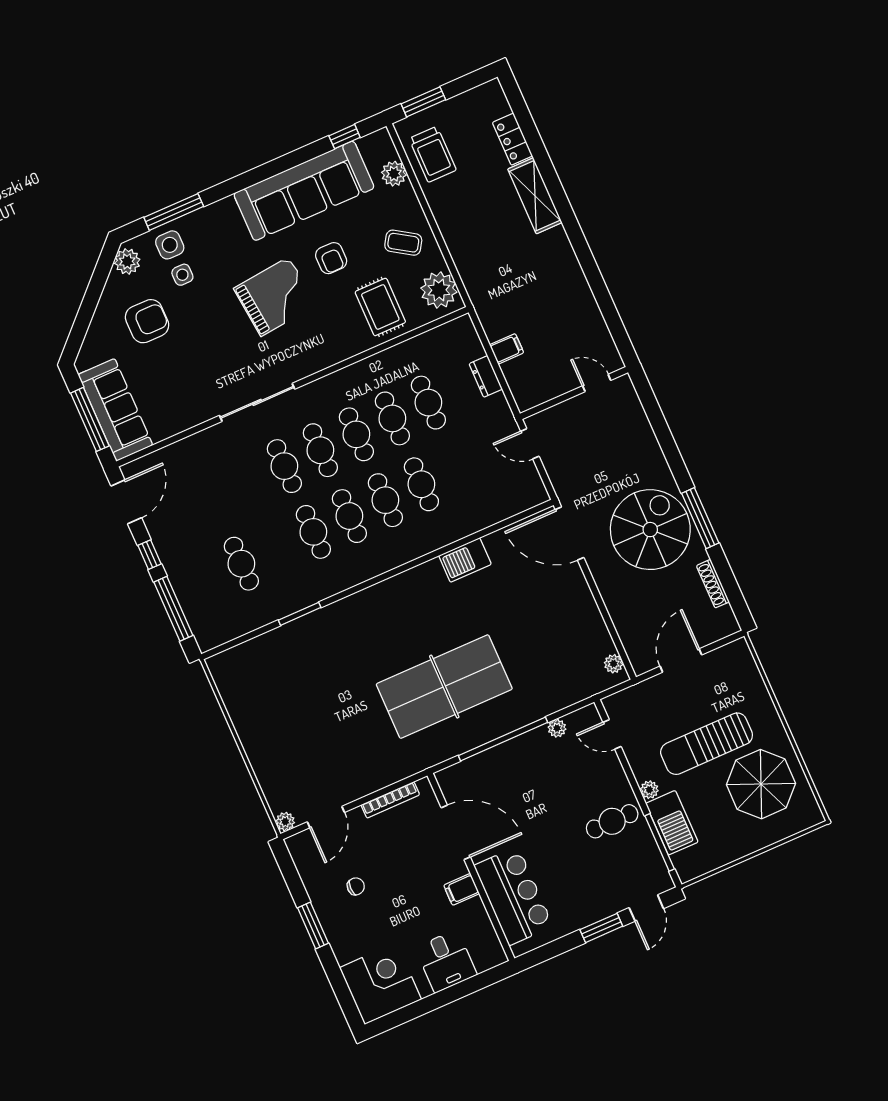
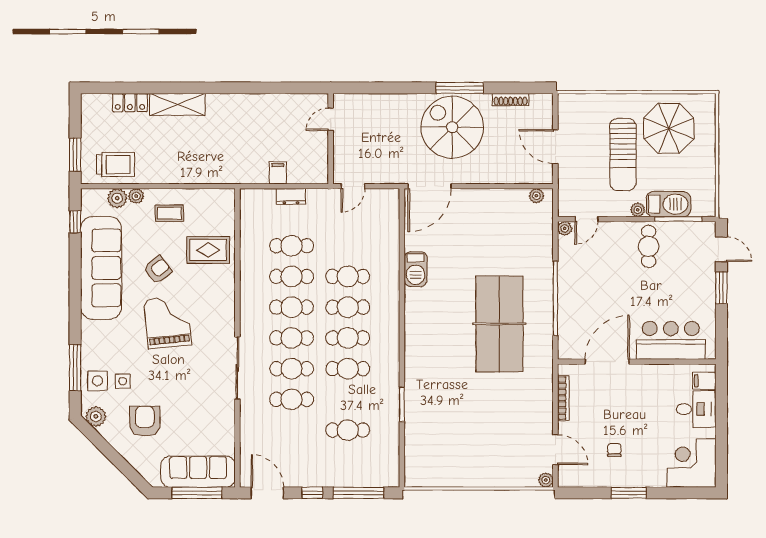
coffee table: (403, 243) -> (169, 213), turned 57
armchair: (331, 258) -> (158, 270), turned -38
plant: (439, 290) -> (136, 196), moved, width x0.53, depth x0.53
cafe table: (248, 482) -> (292, 399), added
plant: (557, 728) -> (565, 228), moved
filing cabinet: (462, 889) -> (704, 381), moved, turned 90

